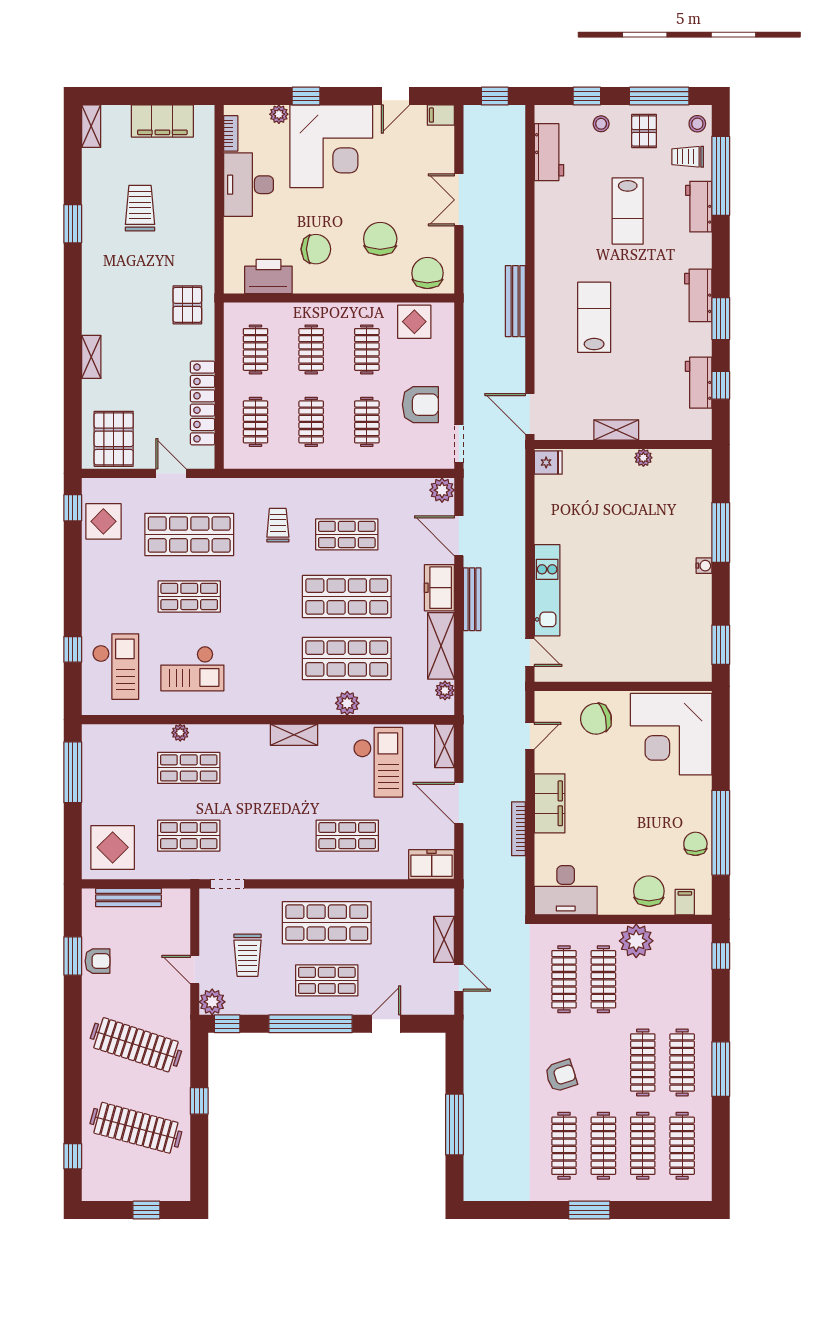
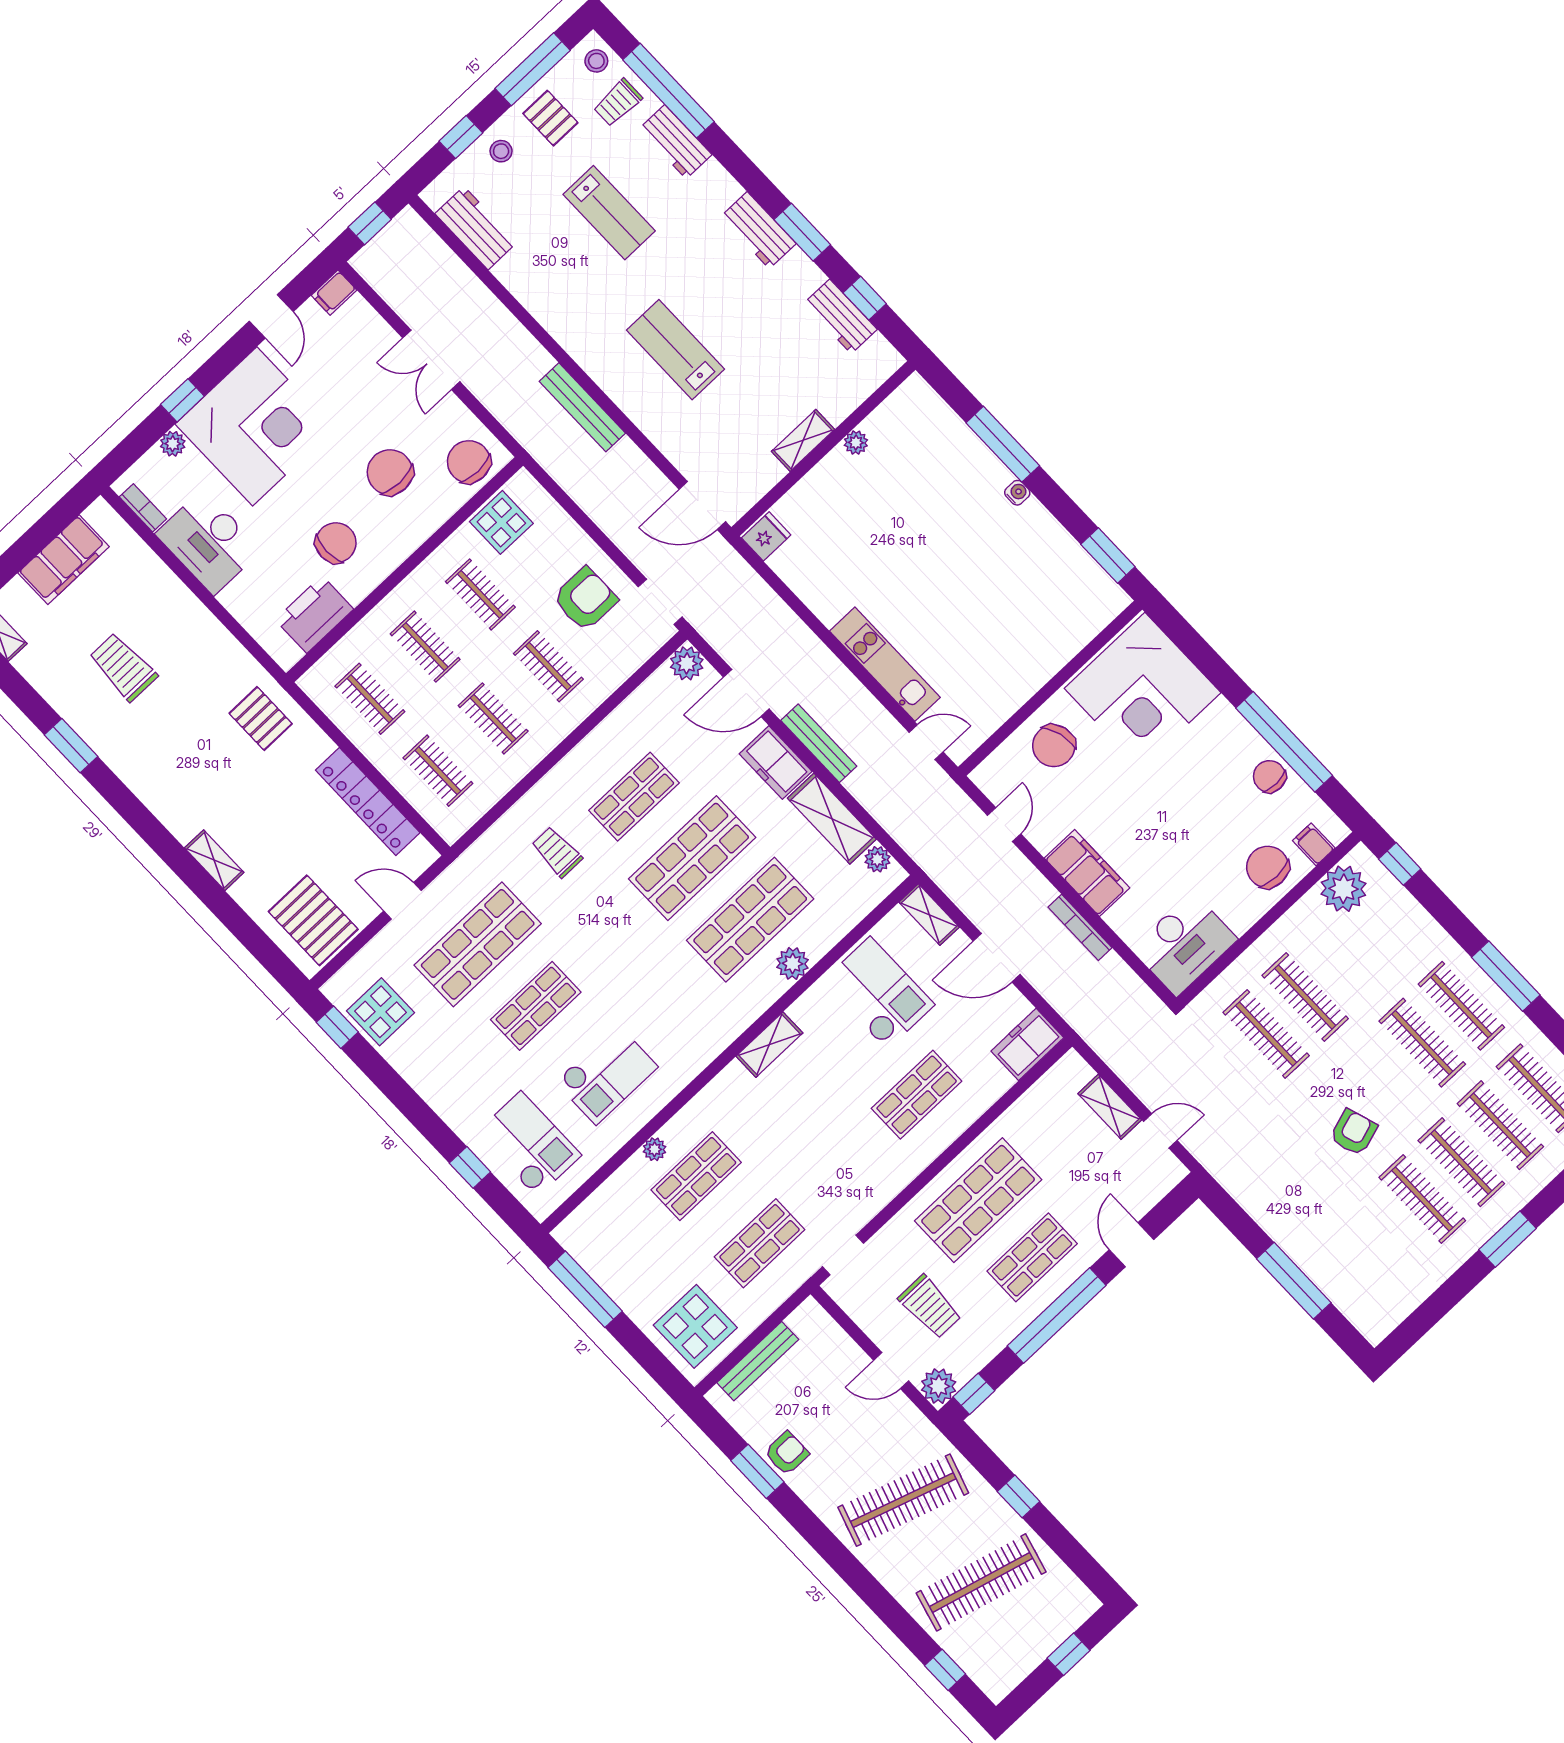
plant: (636, 941) -> (1343, 889), moved

